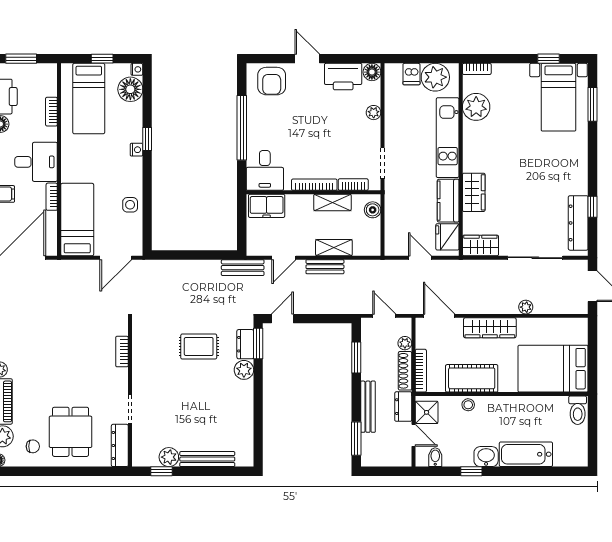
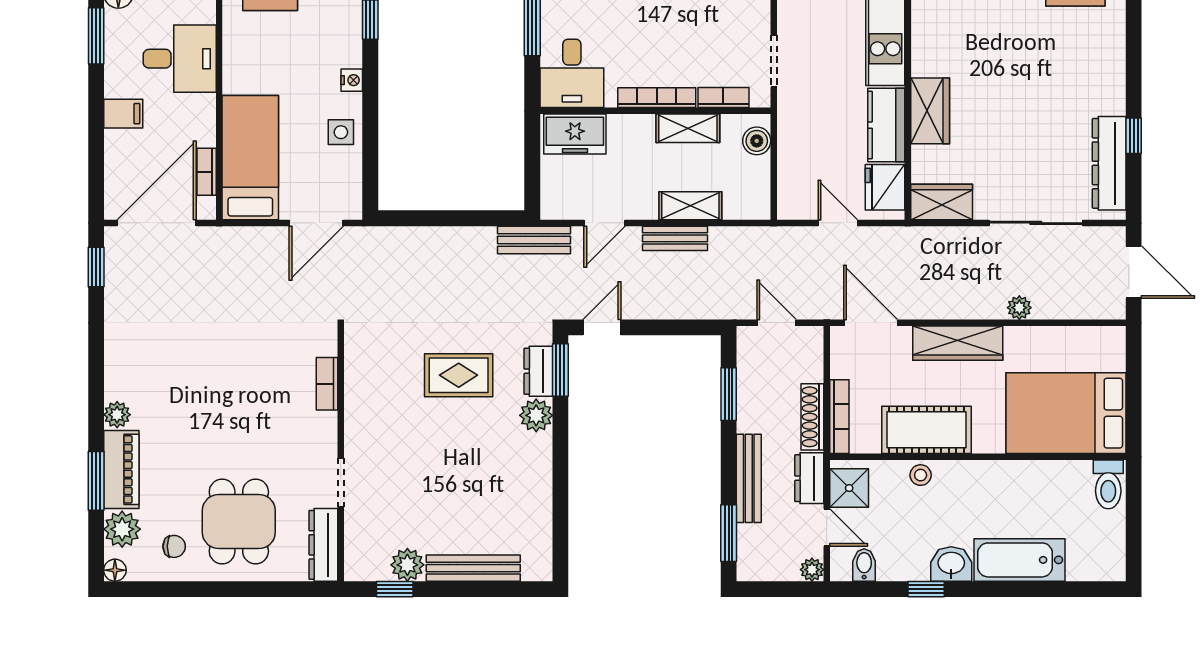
nightstand: (136, 150) -> (352, 80), moved
bookcase: (52, 197) -> (207, 172), moved
plant: (405, 343) -> (812, 570), moved

